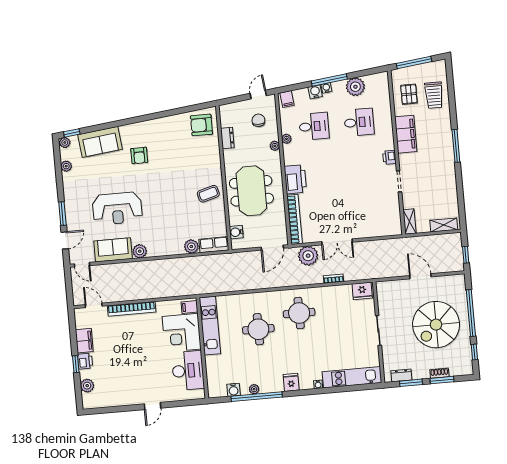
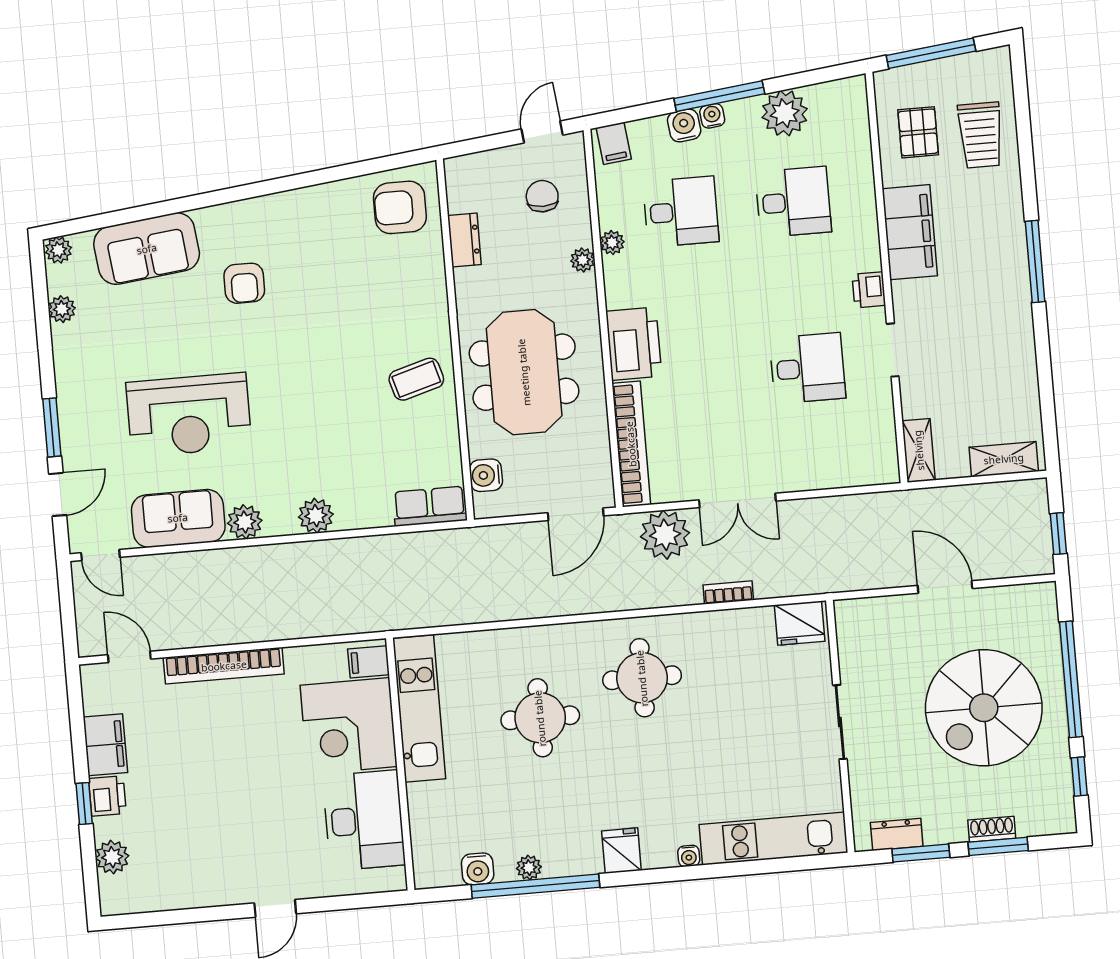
window: (72, 133) -> (76, 226), removed
desk: (365, 189) -> (807, 368), added
plant: (191, 247) -> (316, 516), moved

